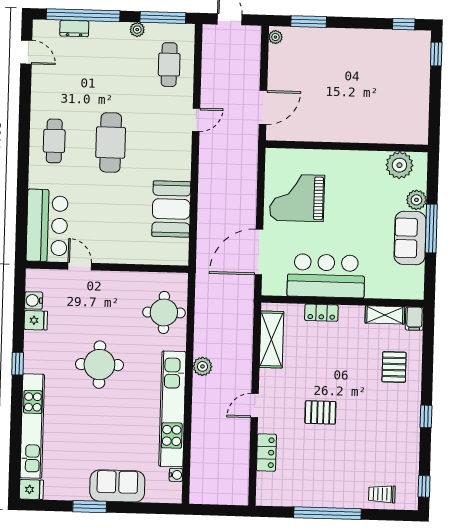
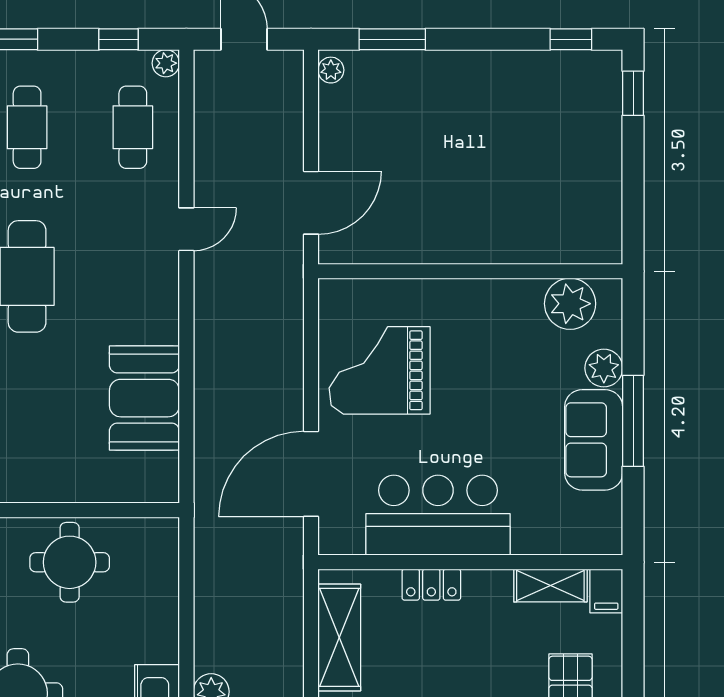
window: (163, 17) -> (119, 39), width x0.46
plant: (137, 30) -> (166, 63), moved
cafe table: (113, 63) -> (27, 127), added
round table: (164, 312) -> (70, 562), moved

